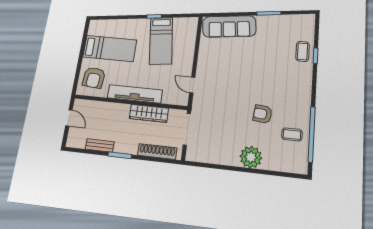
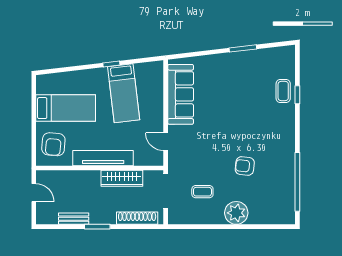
sofa: (229, 26) -> (181, 94), moved, turned -83
coffee table: (292, 134) -> (202, 192), moved

